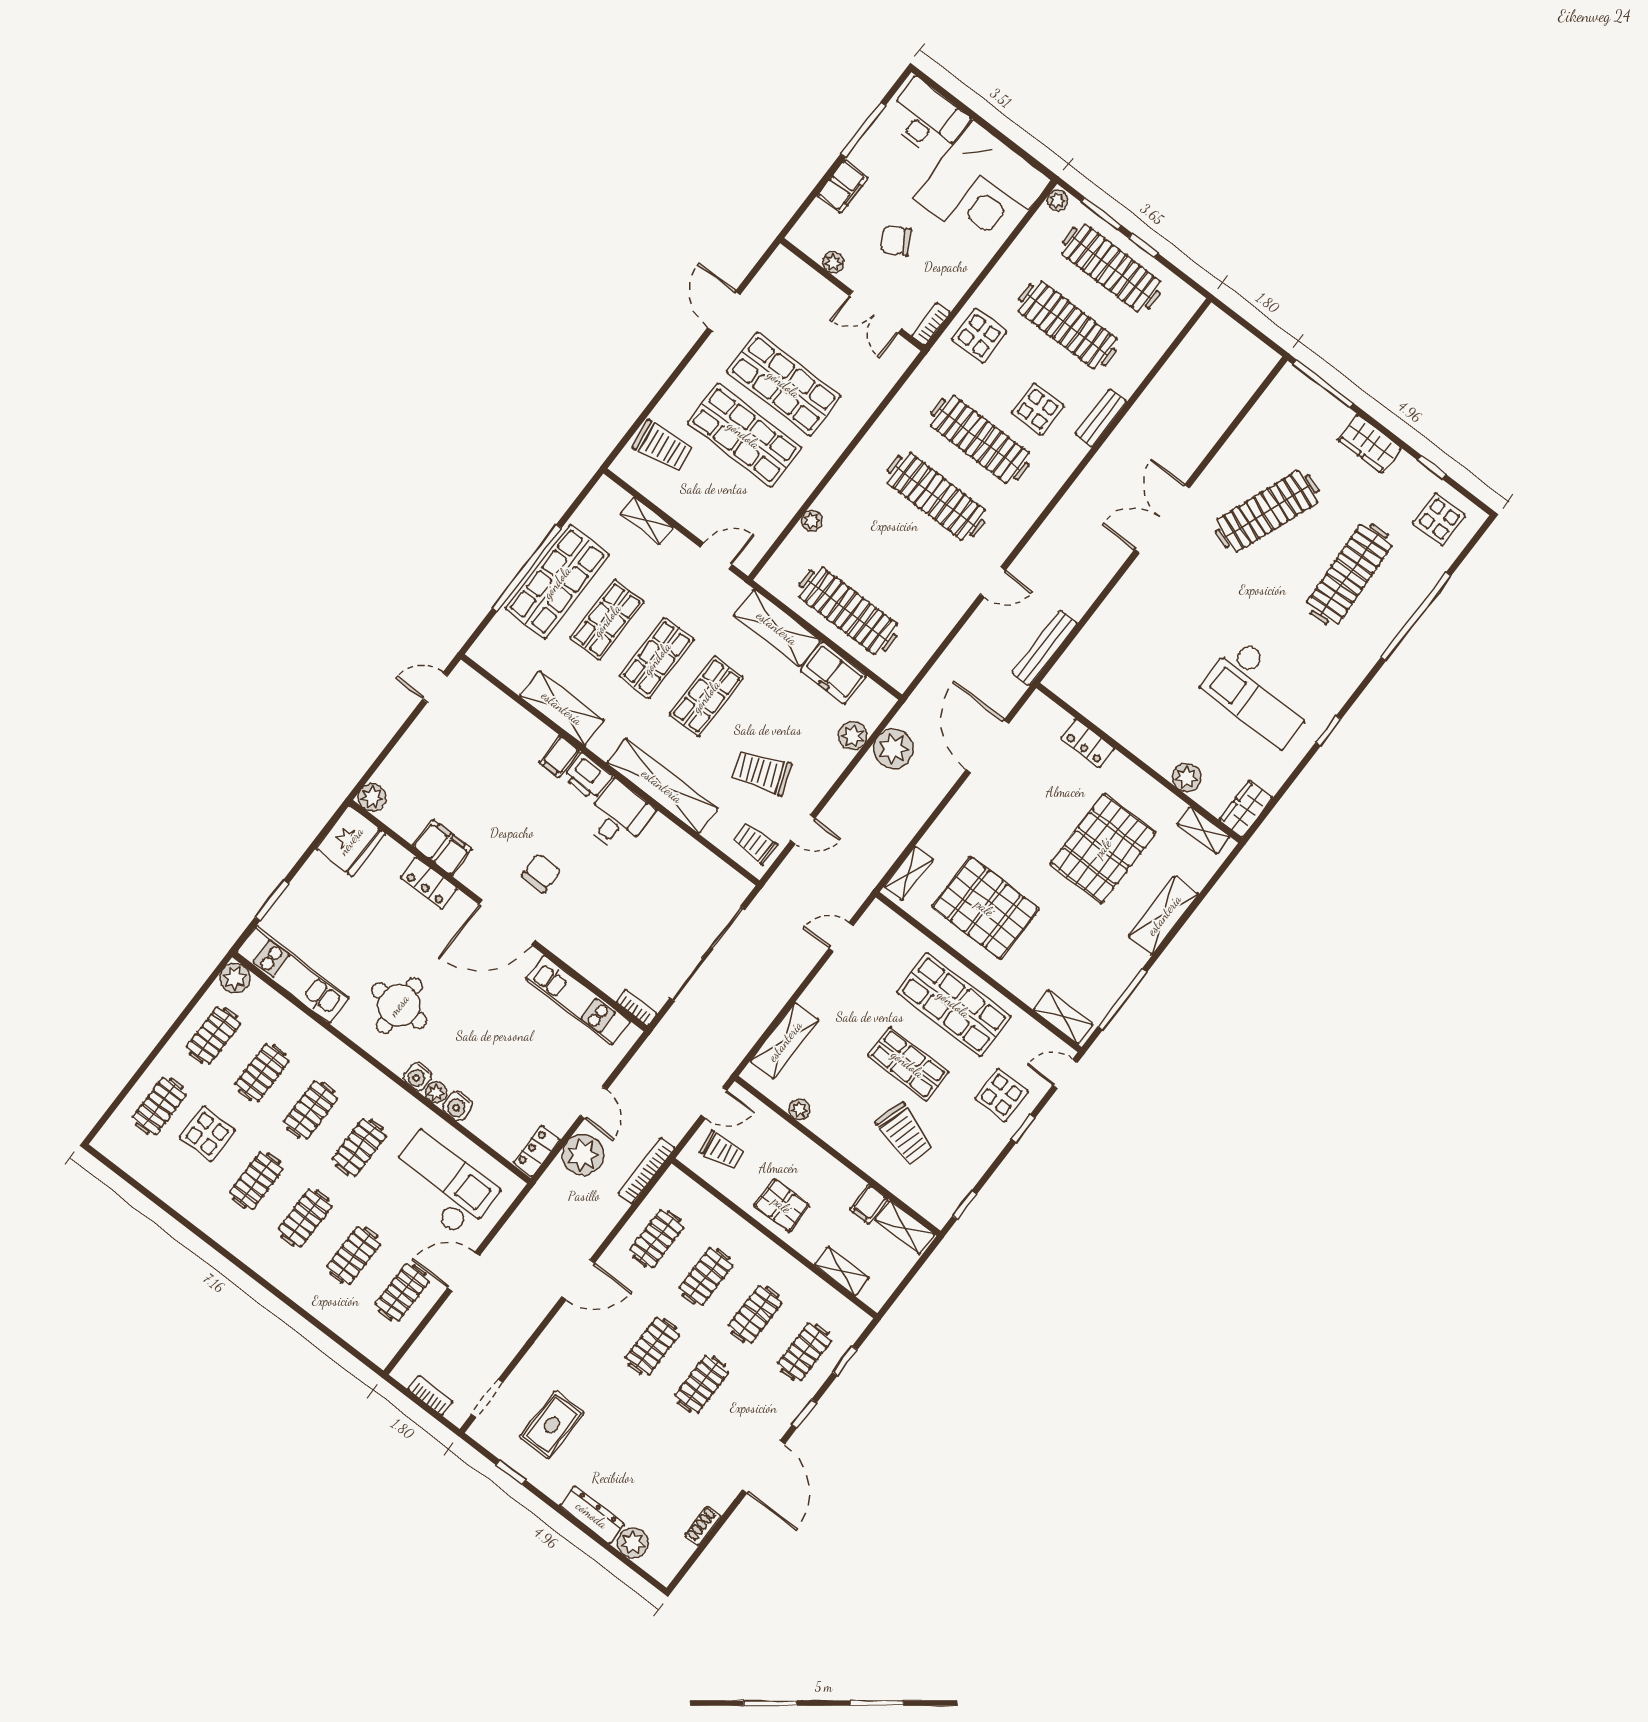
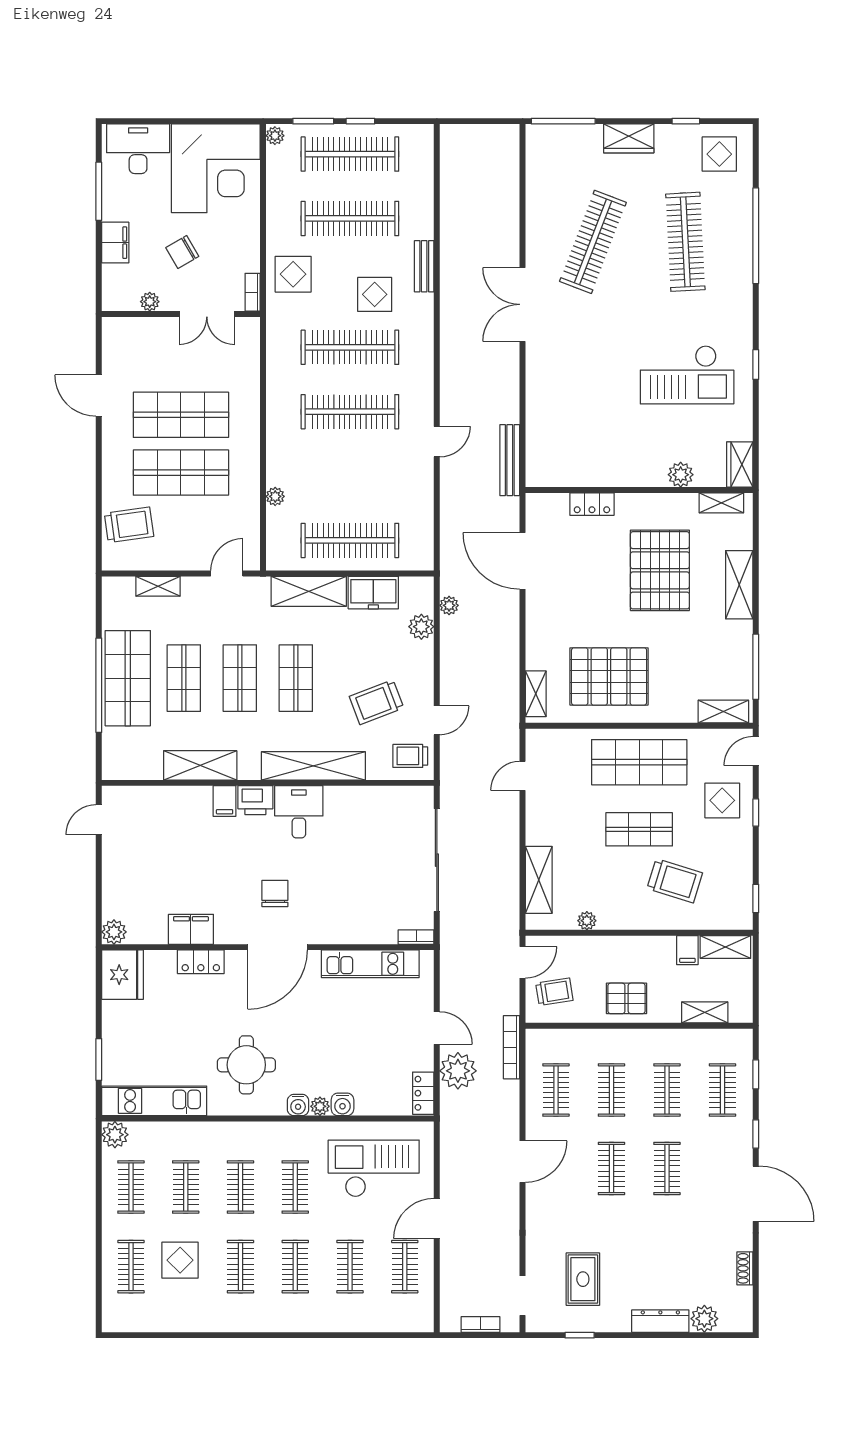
plant: (894, 749) -> (449, 605), width x0.53, depth x0.53

